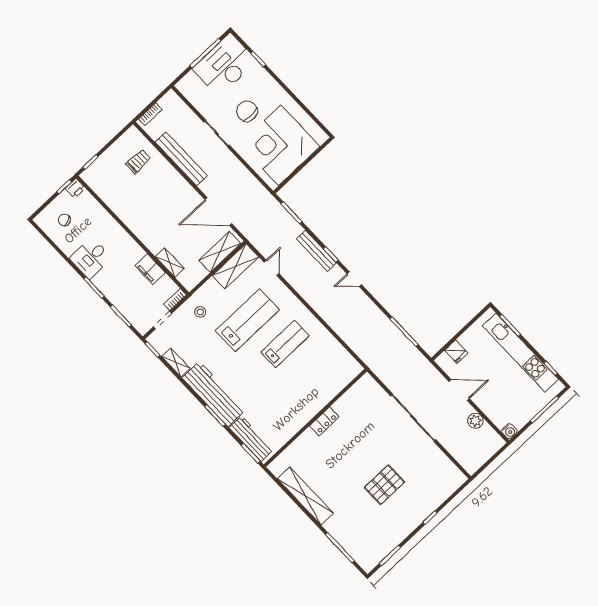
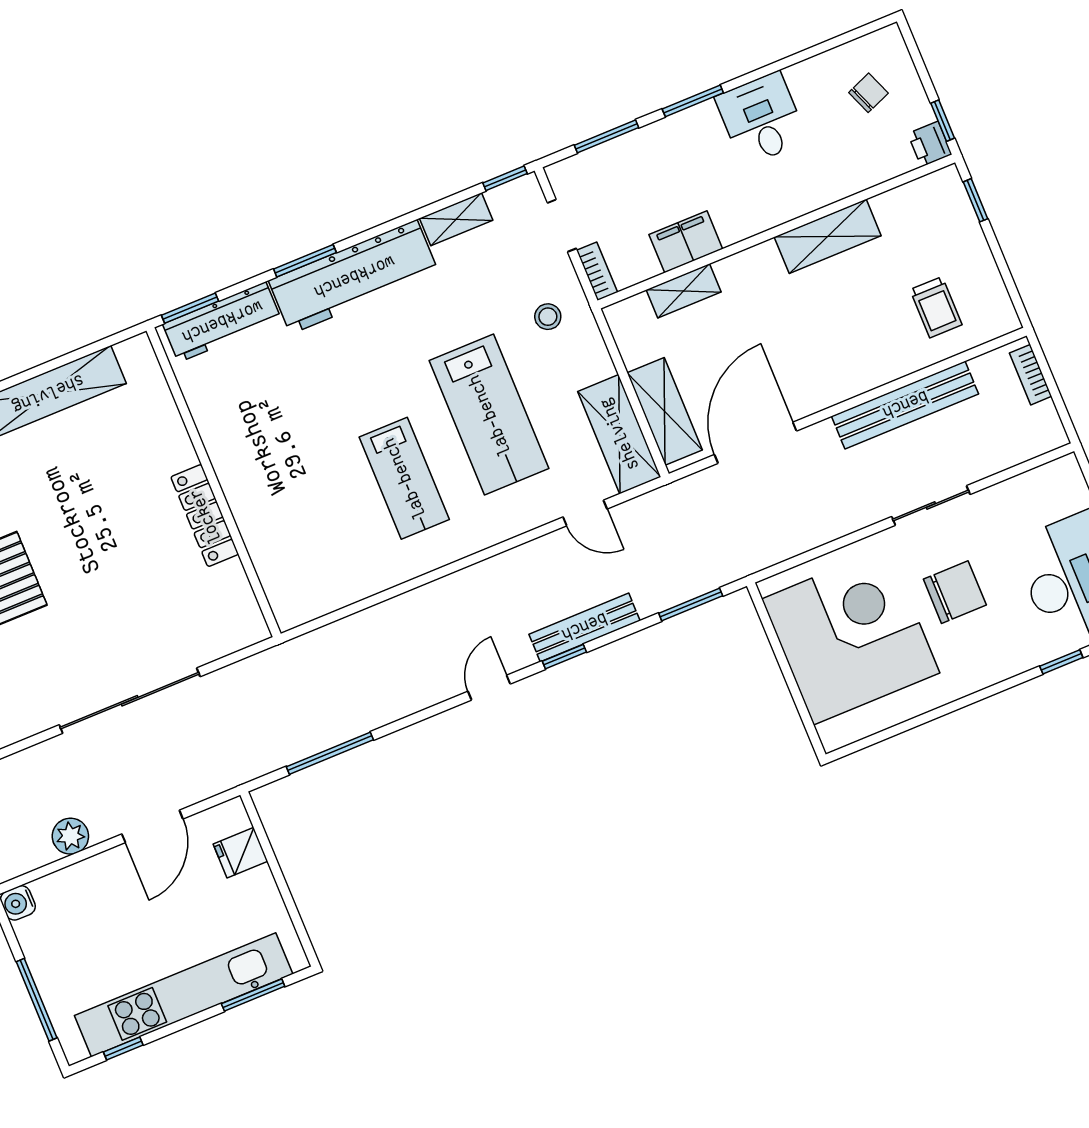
shelving: (127, 214) -> (828, 236), added
locker: (324, 421) -> (205, 516), width x1.53

